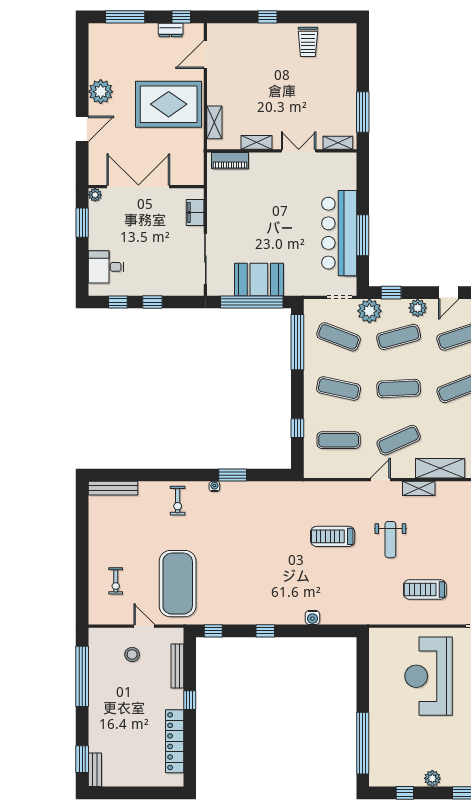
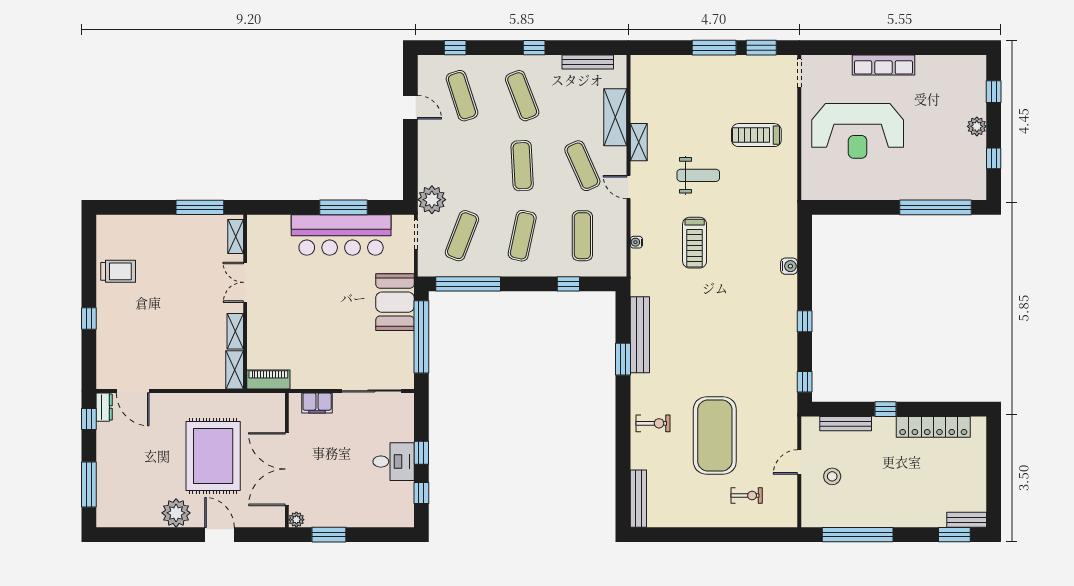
dresser: (171, 30) -> (104, 407), moved
rug: (169, 104) -> (213, 456), moved
shelving: (214, 122) -> (235, 370), moved, turned 90
piano: (230, 161) -> (268, 380), moved, turned -90
desk: (106, 267) -> (394, 462), moved, turned -90
booth: (259, 279) -> (395, 302), moved
window: (391, 293) -> (410, 174), removed
plant: (418, 308) -> (428, 143), removed
exercise mat: (399, 337) -> (462, 166), removed
water cooler: (214, 486) -> (636, 242), moved
bench: (254, 489) -> (640, 335), added
exercise mat: (178, 584) -> (715, 435), moved, turned 90
treadmill: (425, 589) -> (756, 135), turned 90

